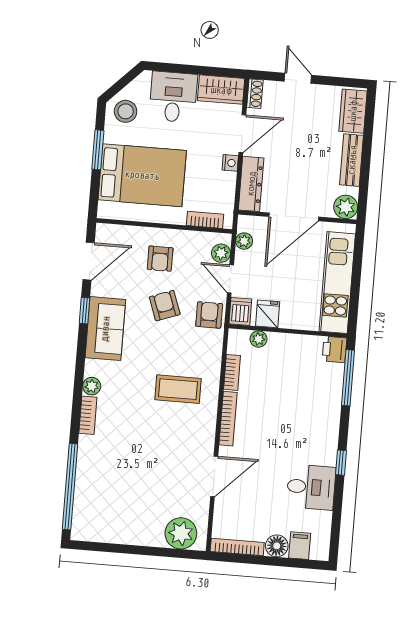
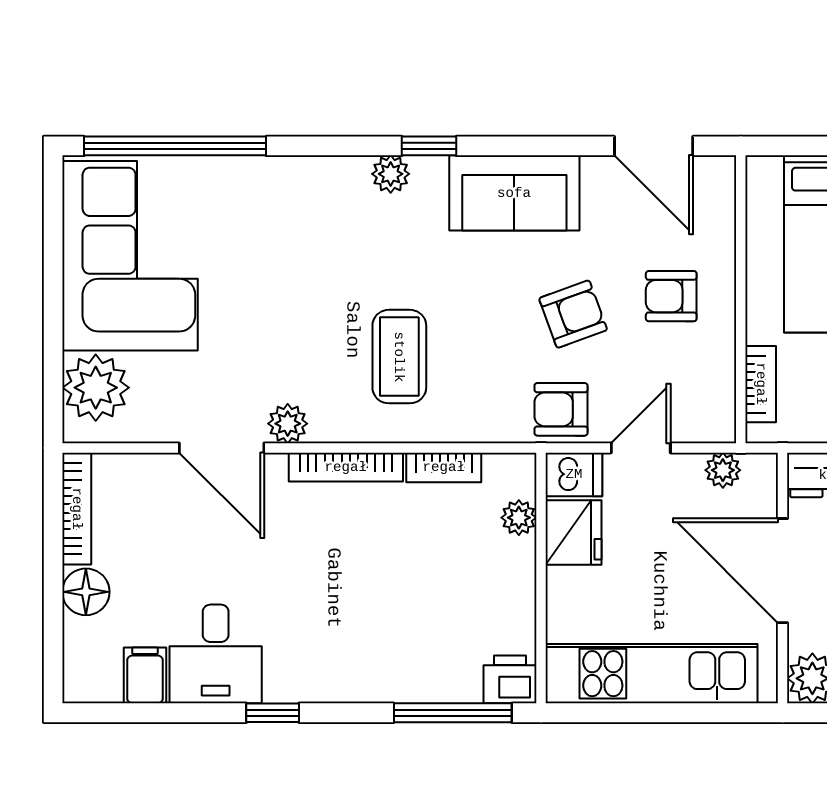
plant: (221, 253) -> (288, 424), moved
window: (85, 311) -> (429, 146), moved
fridge: (268, 314) -> (574, 532), width x1.38
armchair: (209, 315) -> (561, 409), turned 180
bookcase: (88, 415) -> (328, 171), removed
corner sofa: (120, 512) -> (130, 256), added
filing cabinet: (300, 546) -> (145, 675), moved, turned -90

